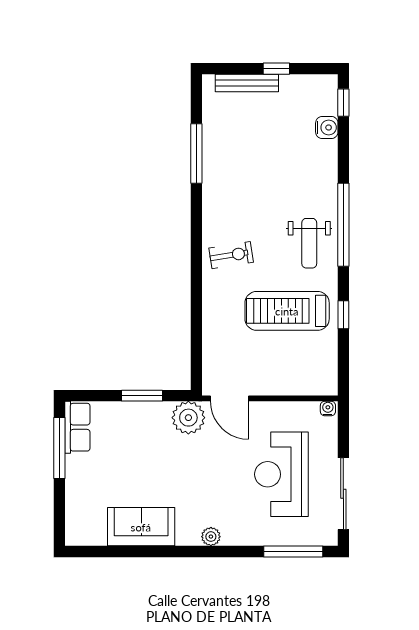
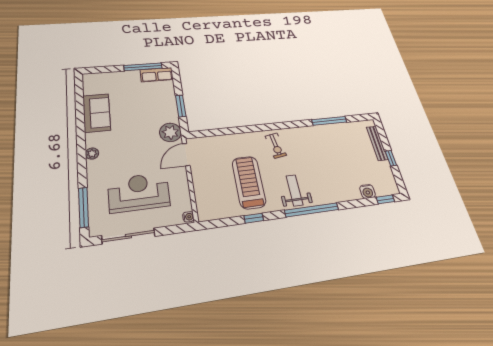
weight bench: (309, 243) -> (295, 190), turned 90

